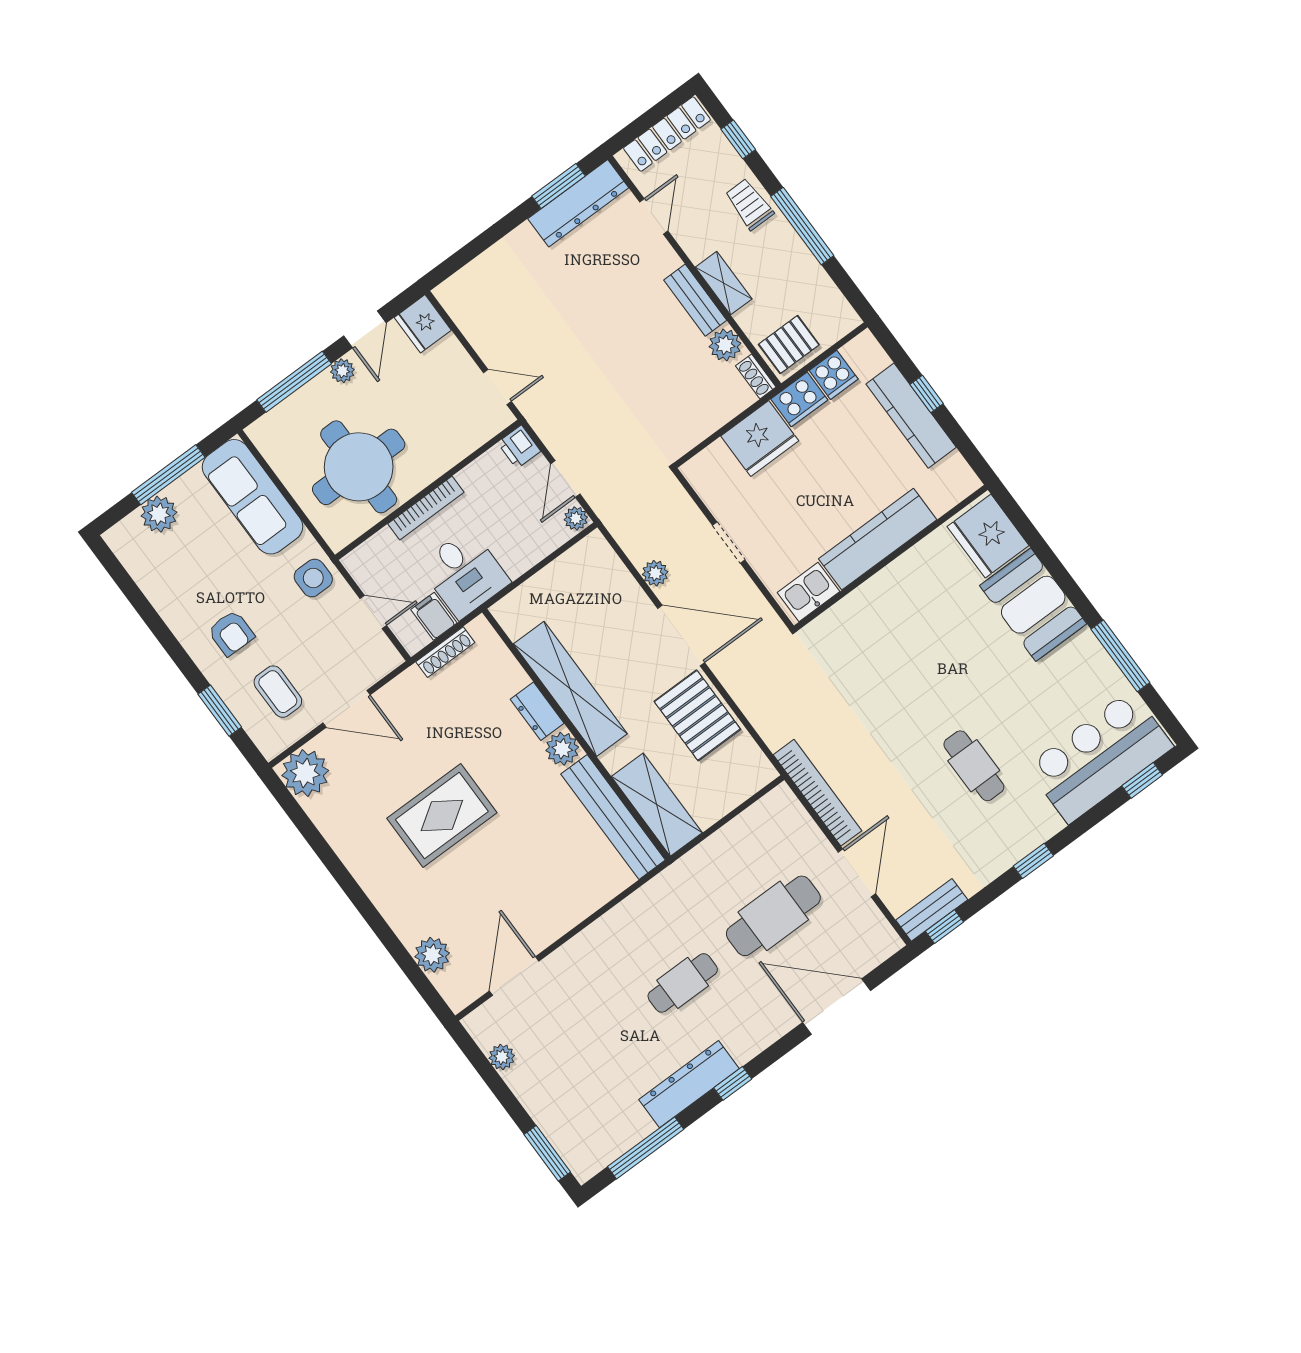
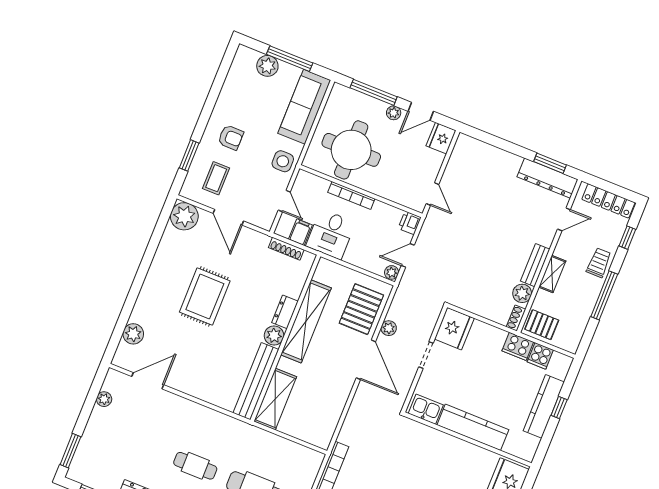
fridge: (760, 438) -> (454, 329), moved, turned -90
armchair: (231, 633) -> (231, 137), turned -90
pallet: (697, 715) -> (361, 309), moved
rug: (442, 815) -> (205, 297), turned 90

